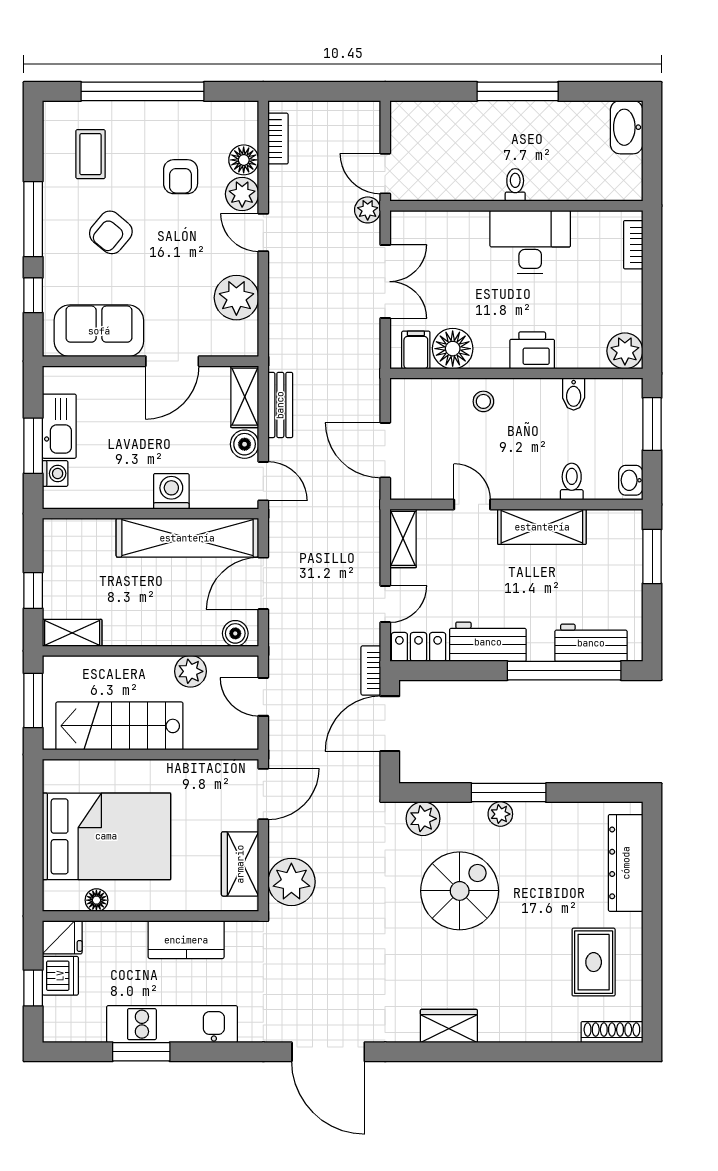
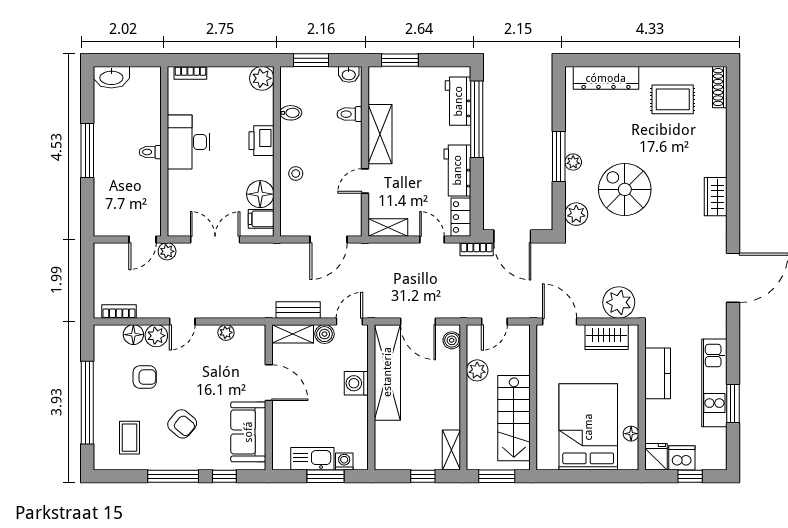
coffee table: (90, 154) -> (129, 438), turned 90
plant: (236, 298) -> (226, 332), width x0.53, depth x0.53

